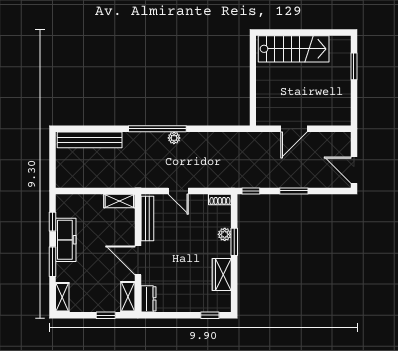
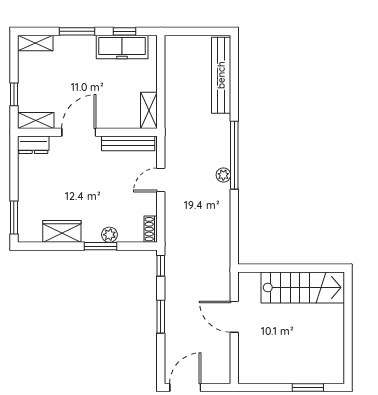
stairs: (294, 49) -> (303, 287), moved, turned -90
freezer: (66, 240) -> (122, 47), moved
window: (210, 315) -> (14, 217), width x1.50

